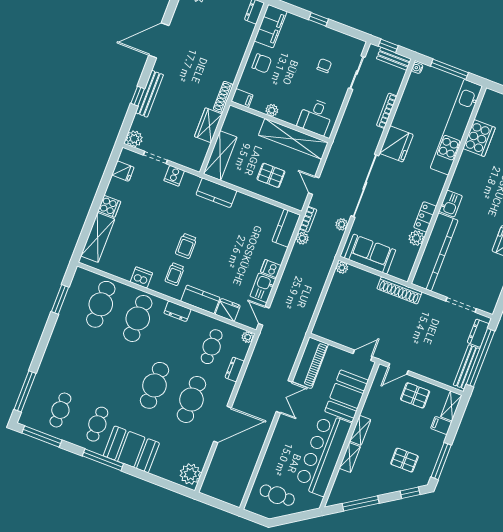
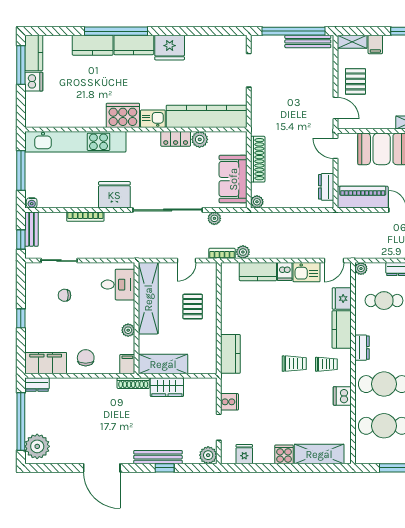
cooker: (479, 138) -> (123, 115), moved
shelving: (220, 156) -> (163, 364), moved
kitchen counter: (286, 228) -> (258, 272), moved
shoe rack: (399, 290) -> (258, 159), moved
dresser: (478, 333) -> (326, 187), moved, turned 90

